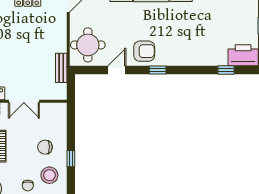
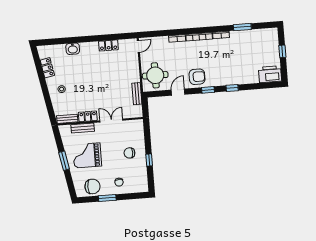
window: (226, 70) -> (232, 88), moved
double door: (24, 101) -> (111, 120), swing flipped
stool: (49, 175) -> (134, 173), removed

